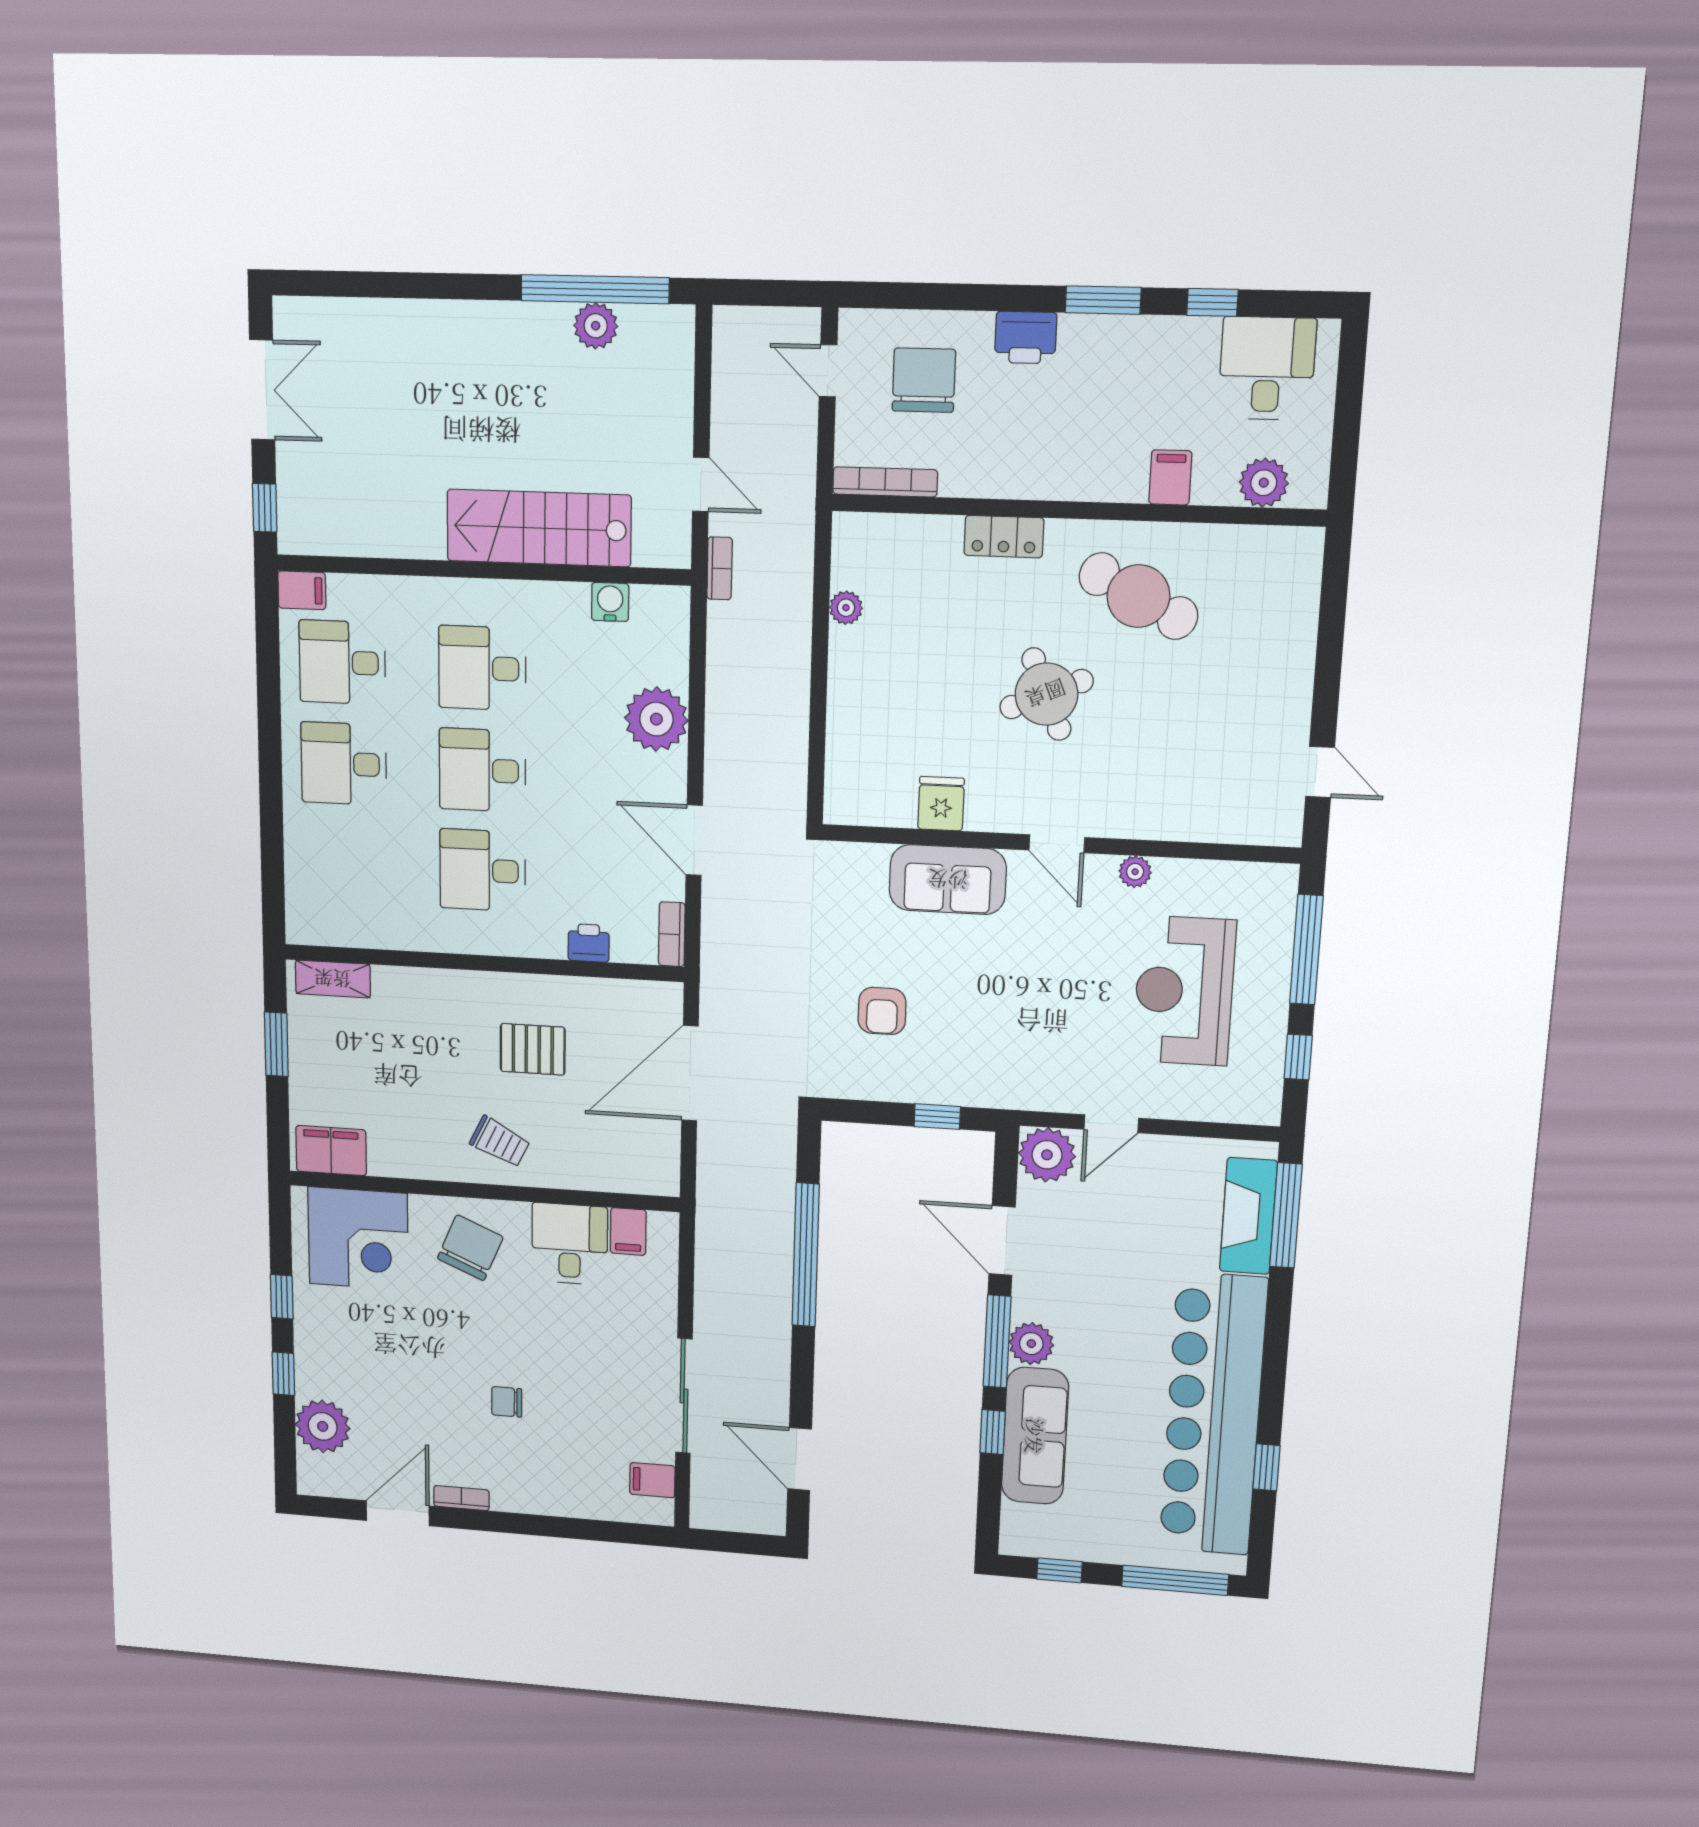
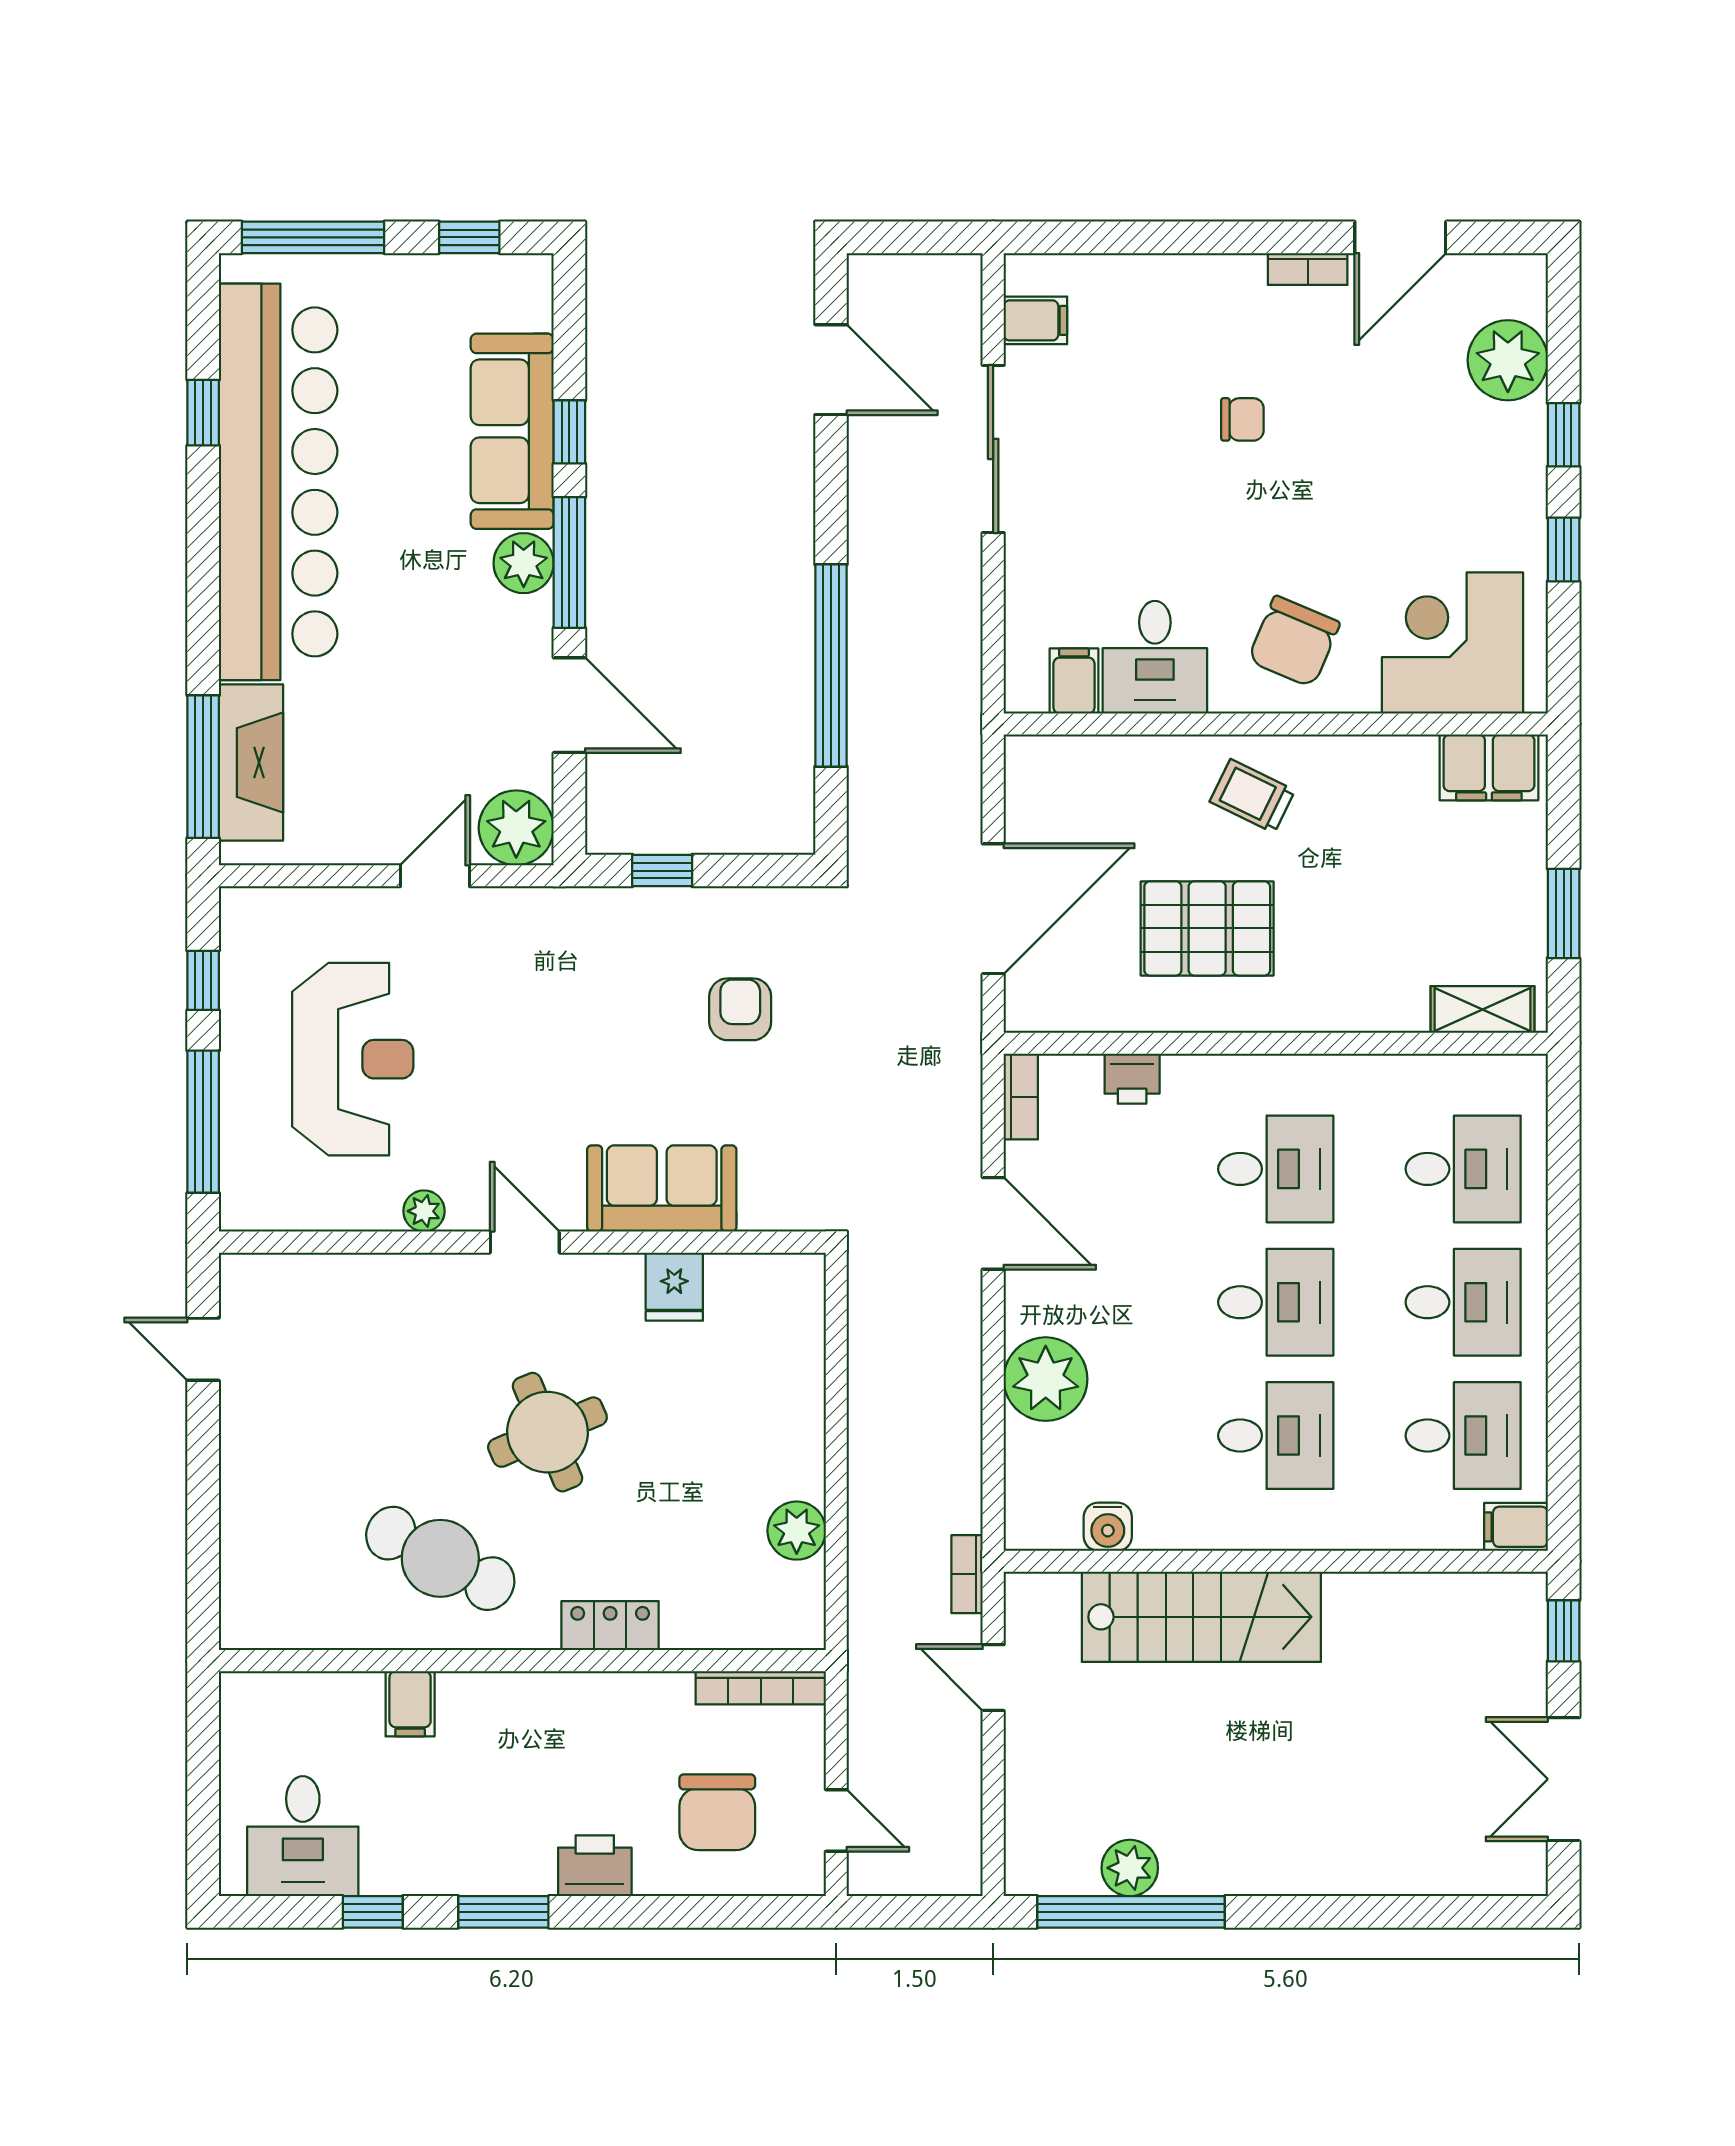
plant: (1264, 483) -> (297, 1701), removed
plant: (846, 608) -> (797, 1531), width x1.38, depth x1.38
desk: (345, 863) -> (1463, 1169), added
pallet: (533, 1049) -> (1207, 928), width x1.50, depth x1.42

